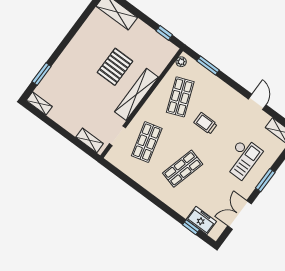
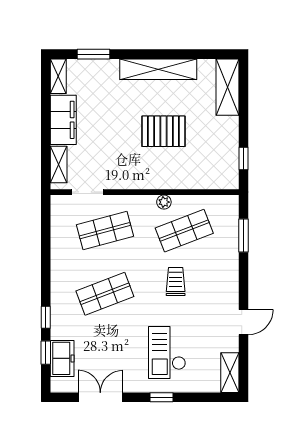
plant: (181, 62) -> (164, 202), moved
shelving: (136, 94) -> (158, 69), moved
filing cabinet: (66, 119) -> (63, 120), added
checkout: (242, 158) -> (167, 353), turned 90
shop shelf: (183, 169) -> (105, 294), turned -36
window: (265, 180) -> (162, 397), width x0.67
window: (171, 212) -> (46, 317), added

